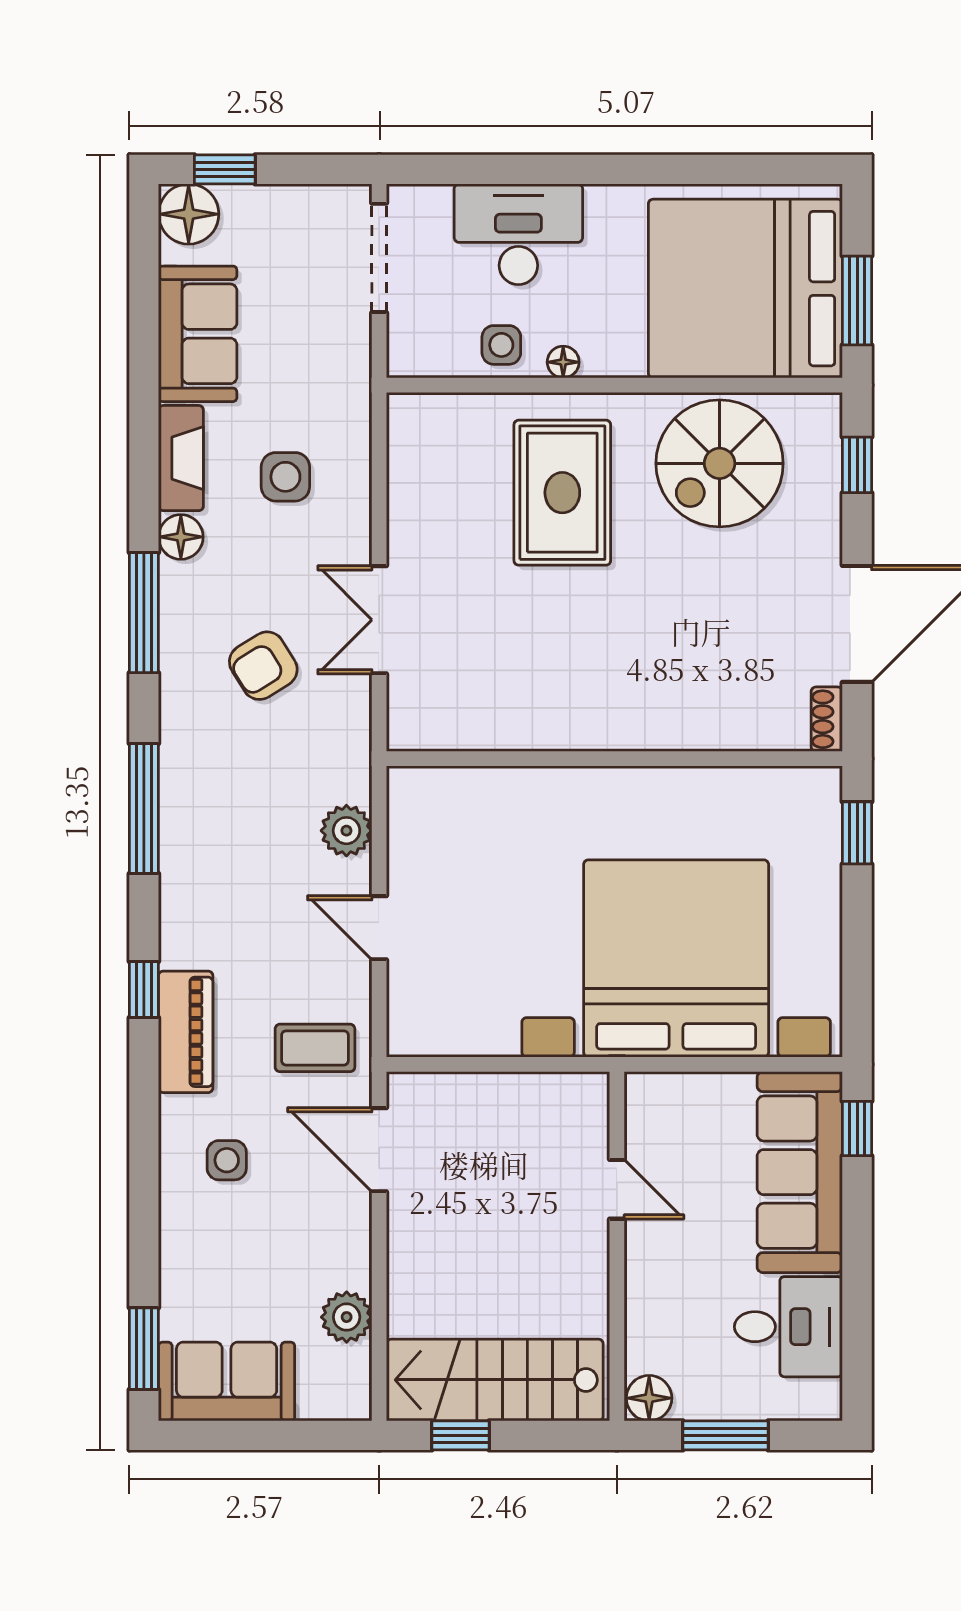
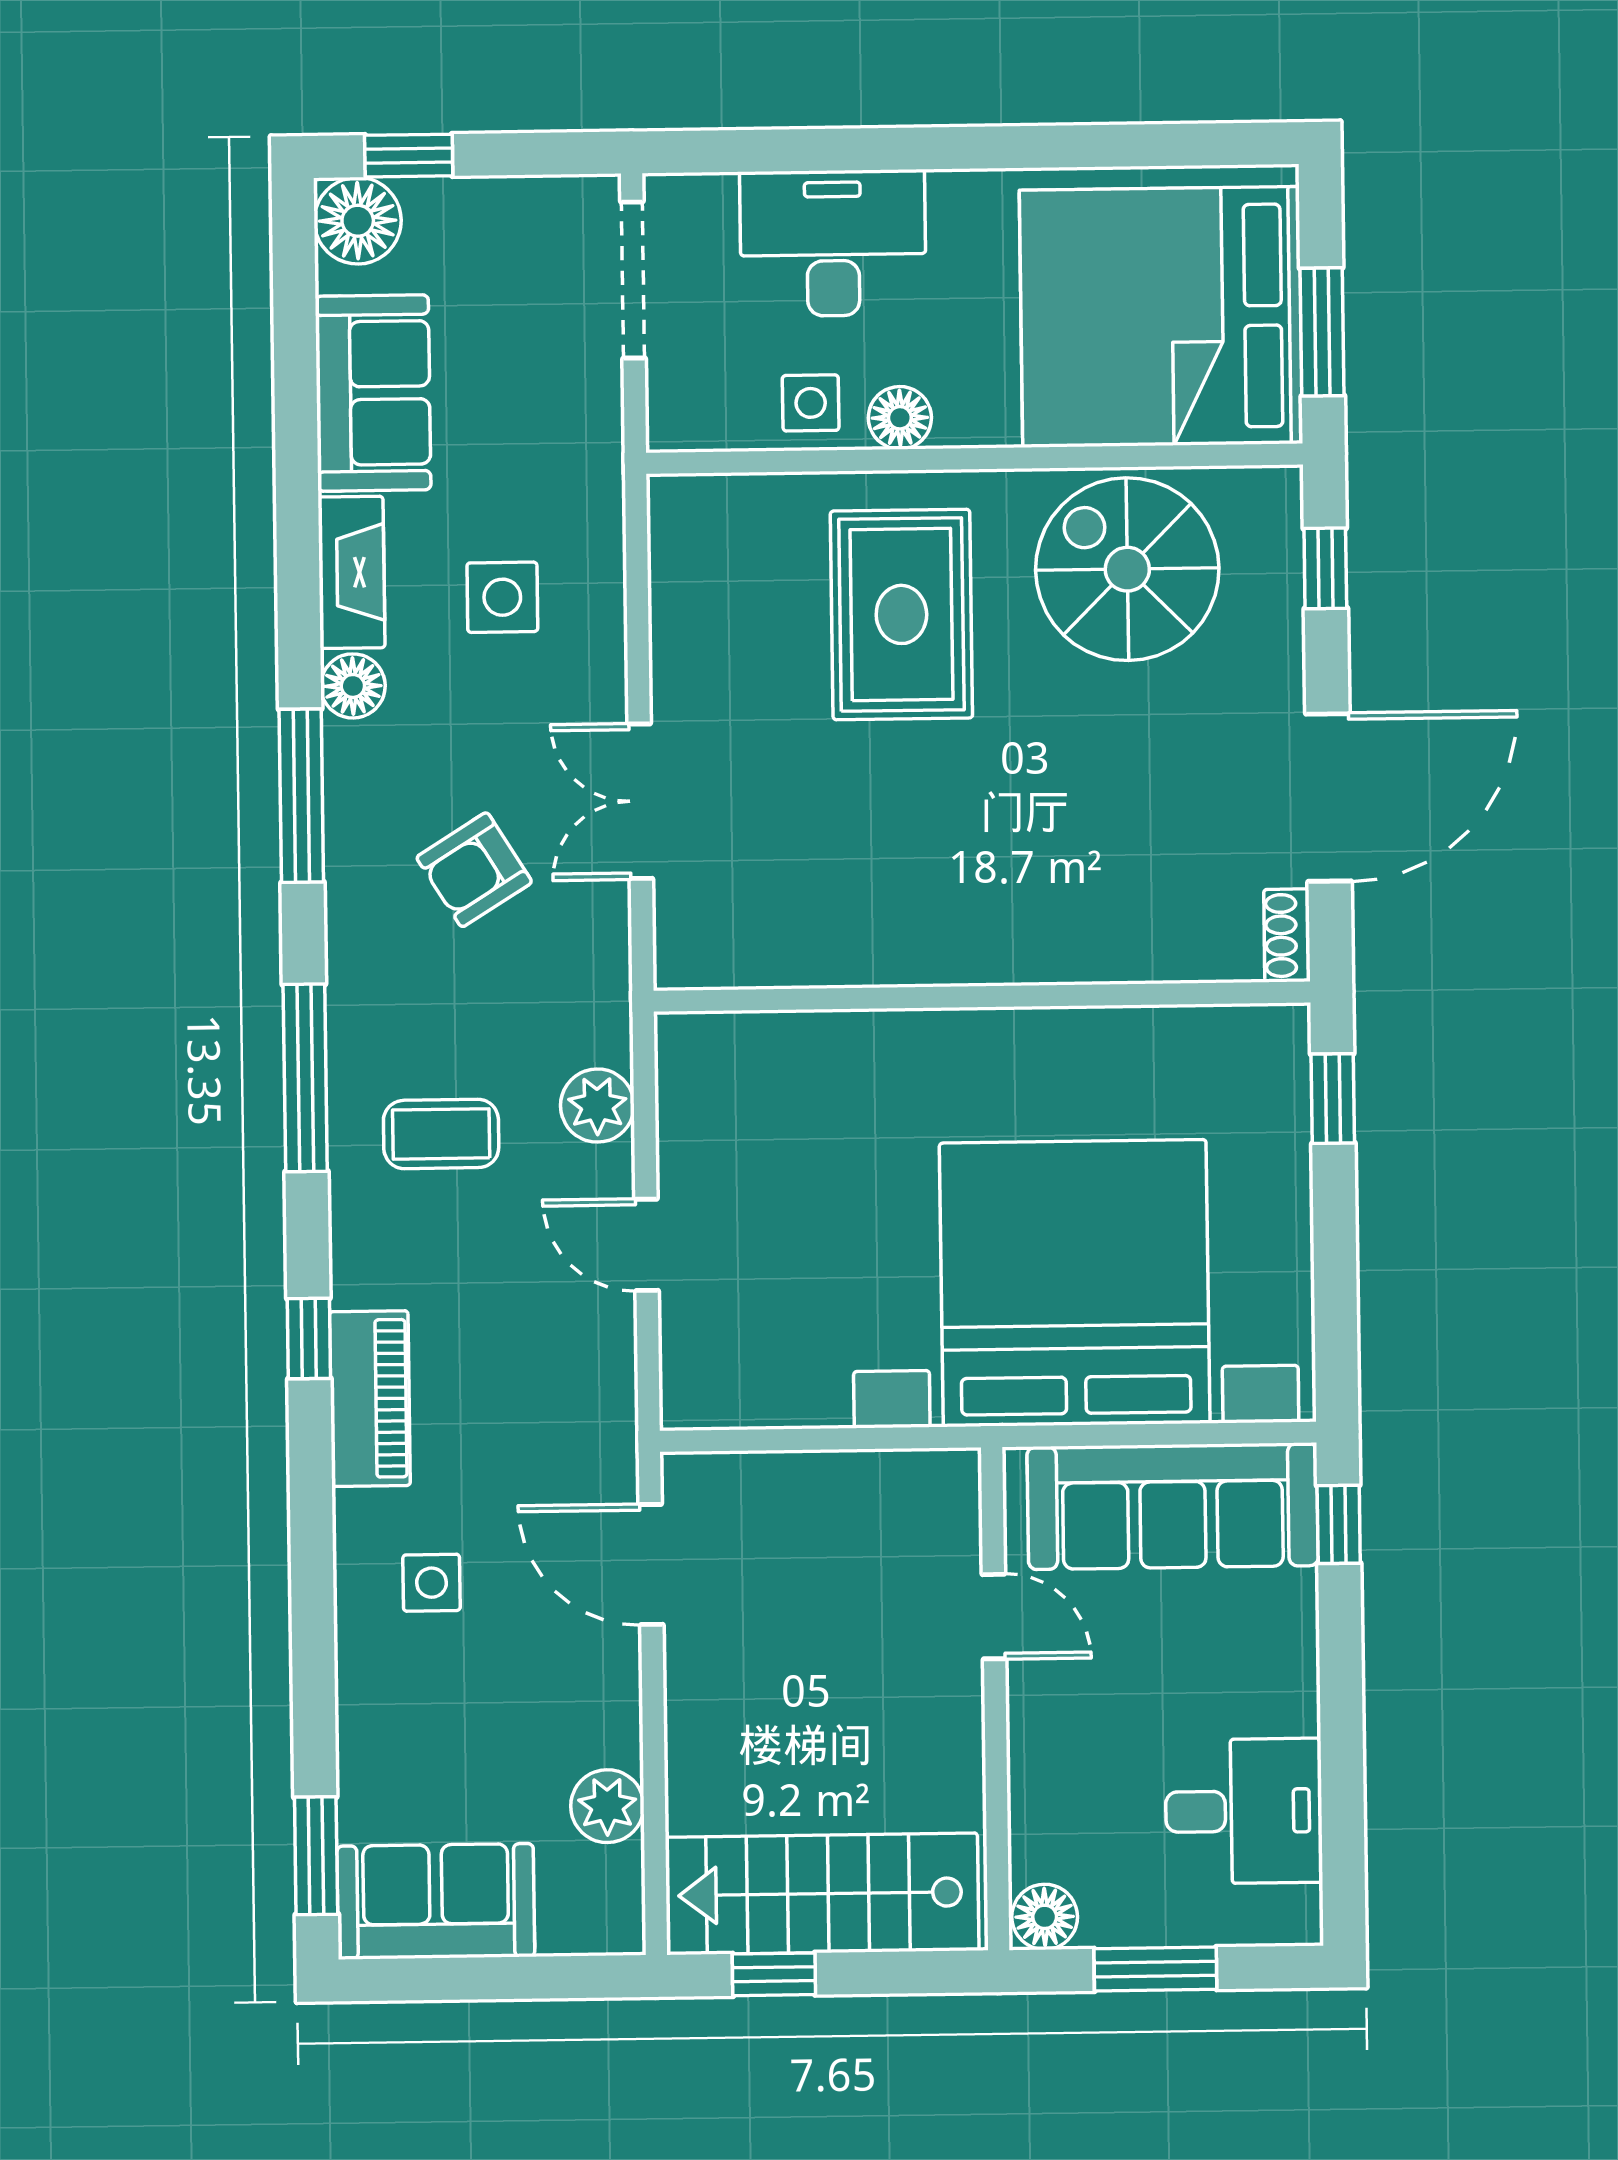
floor lamp: (563, 362) -> (900, 418), width x1.37, depth x1.37
spiral stairs: (720, 463) -> (1127, 569), turned 90
coffee table: (315, 1048) -> (441, 1134), moved
sofa: (800, 1172) -> (1173, 1506), moved, turned -90

